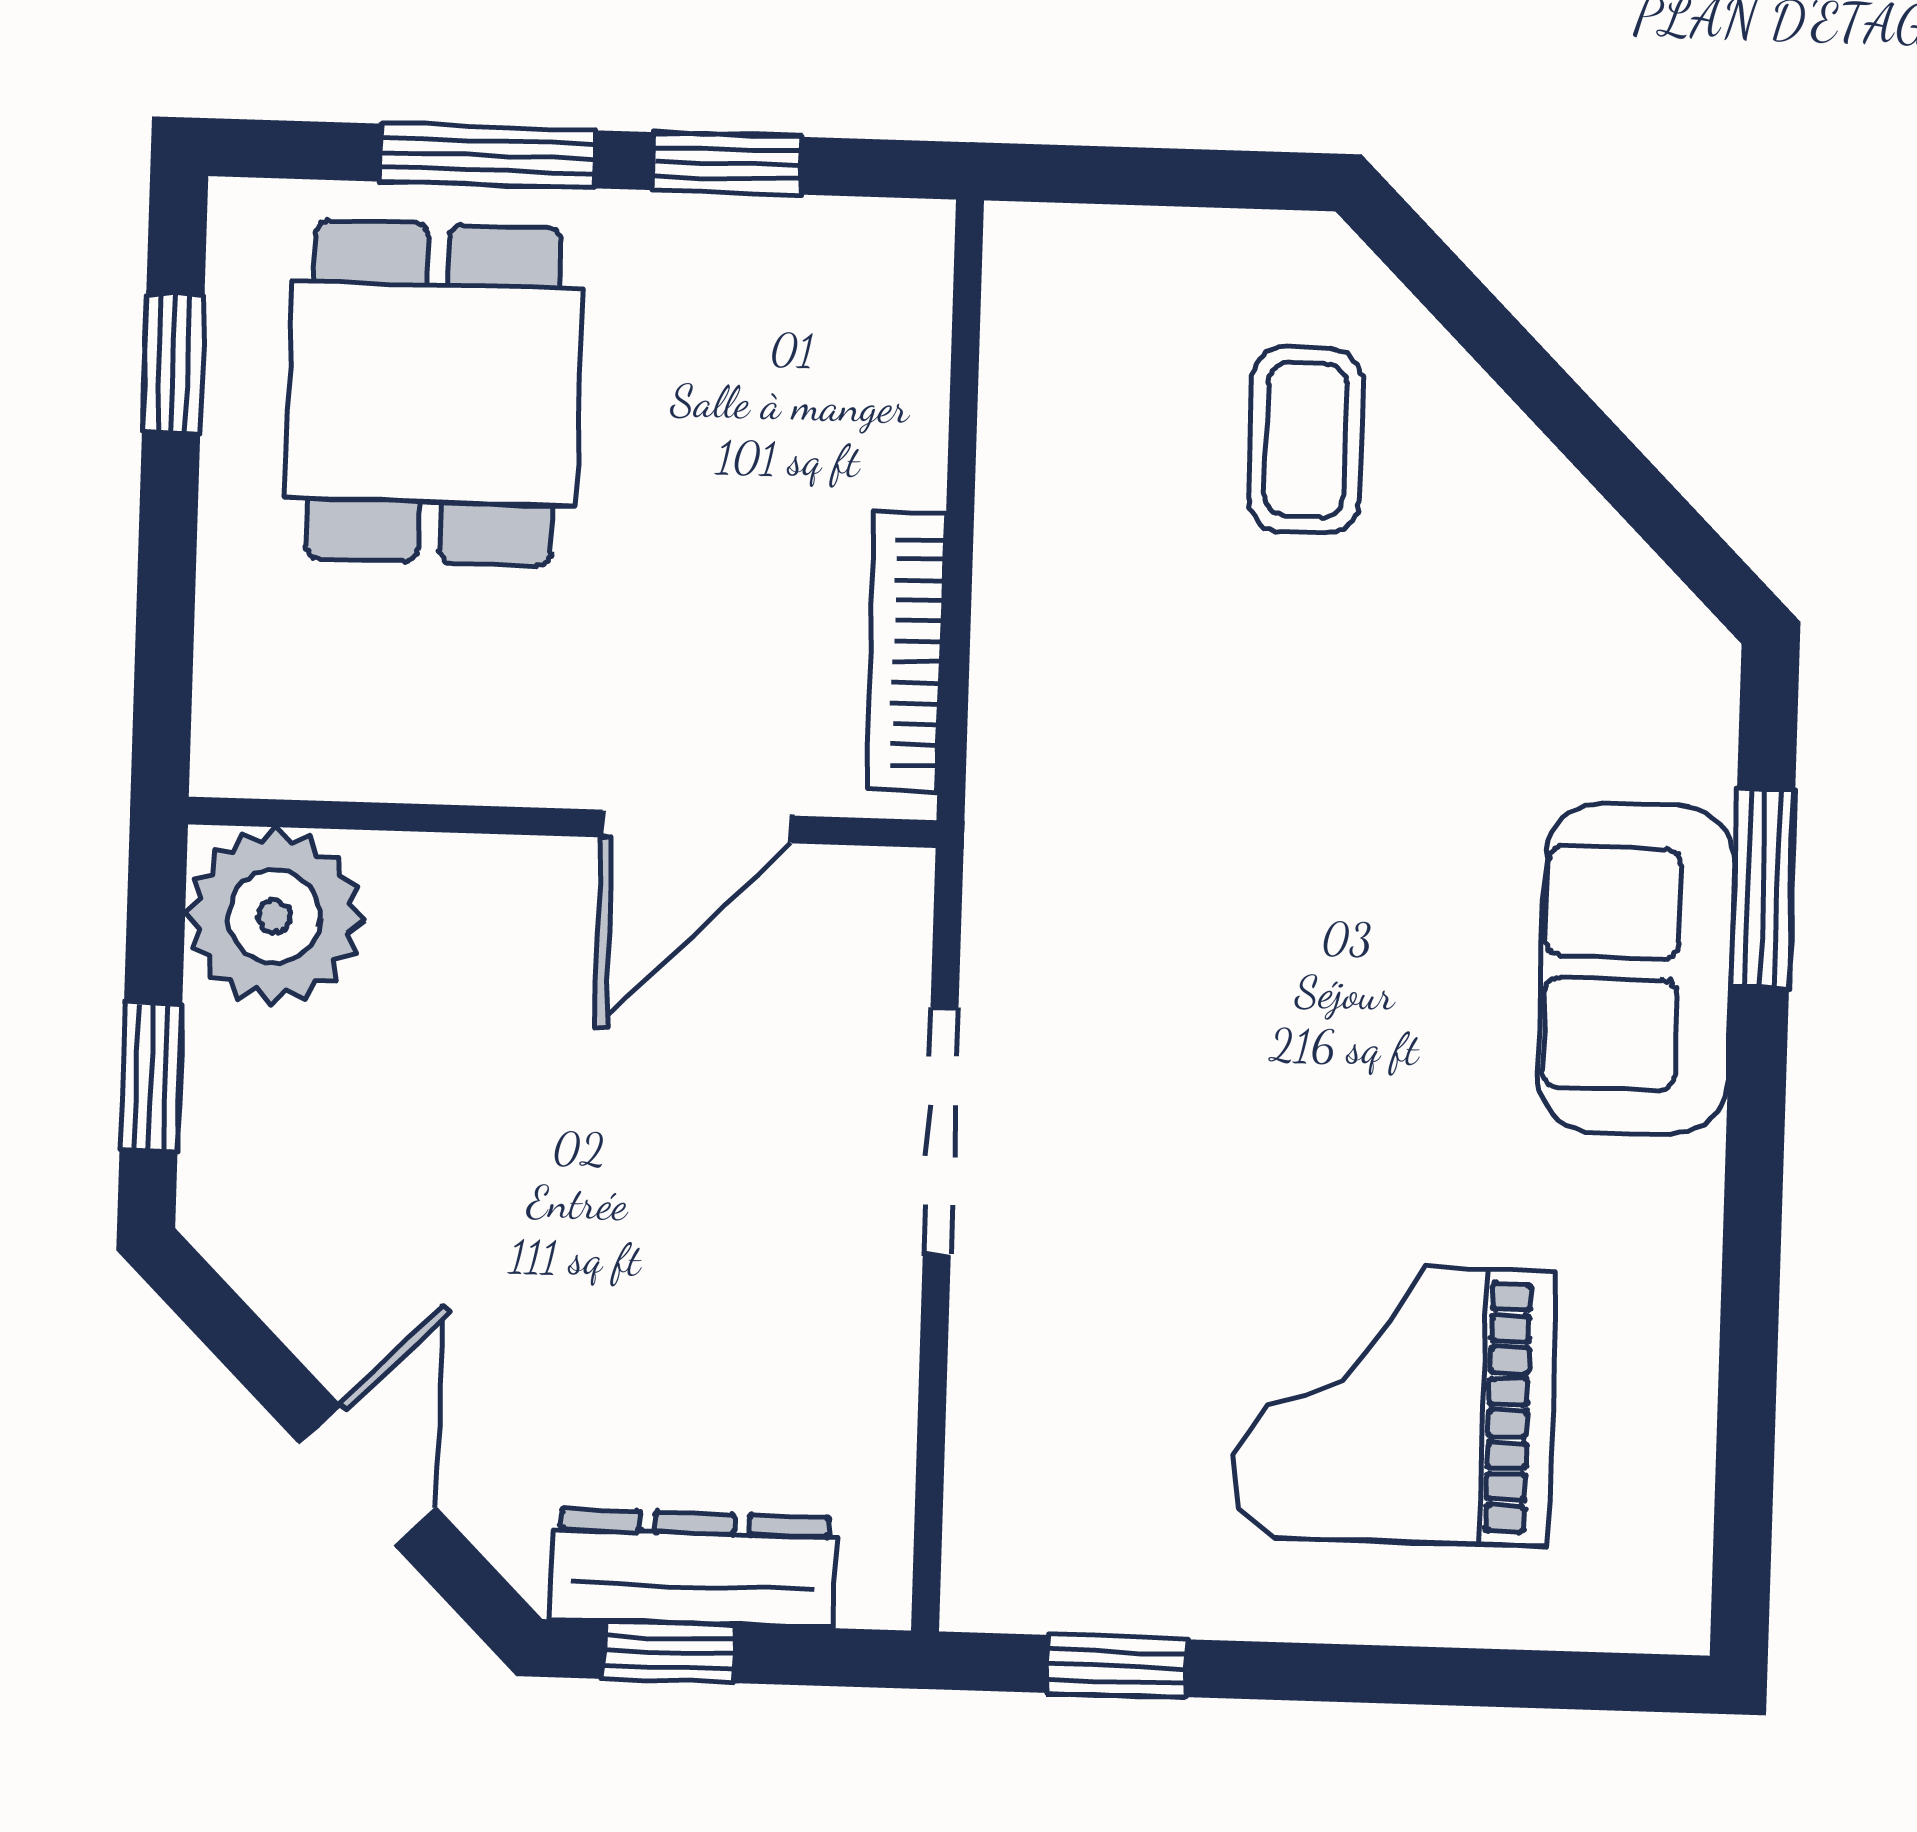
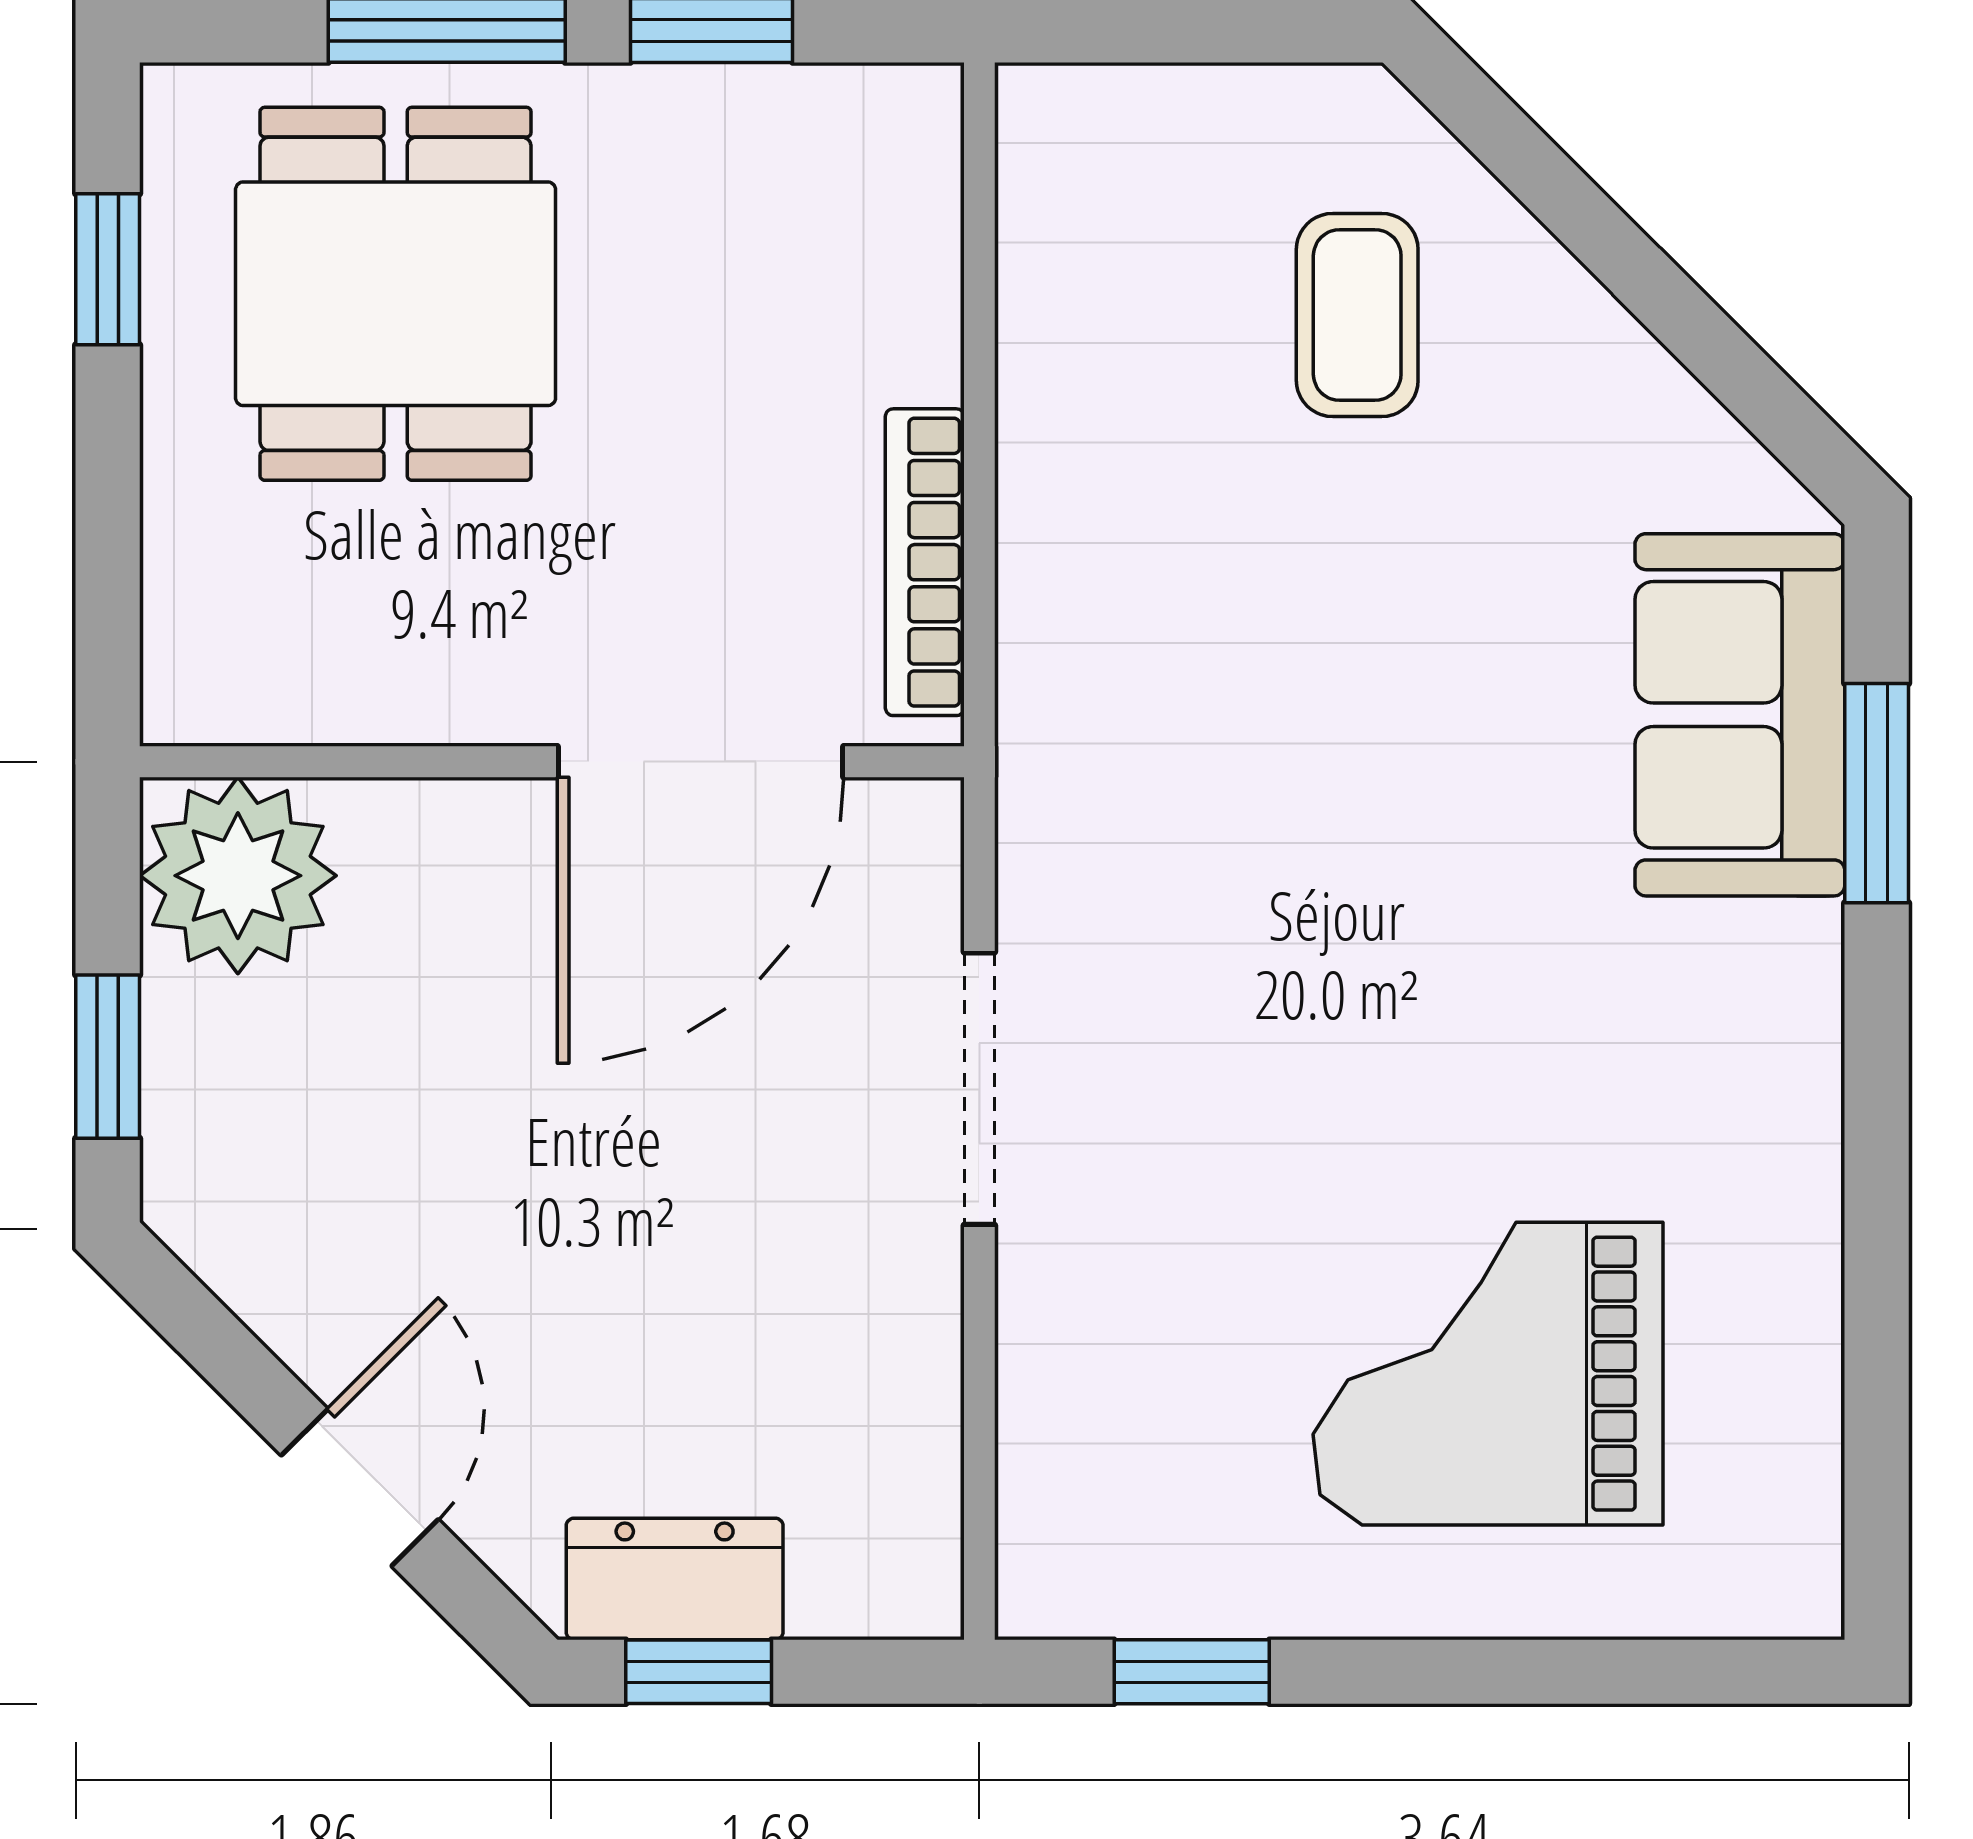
door: (697, 827) -> (700, 762), width x1.36
sofa: (1636, 969) -> (1740, 715), moved
dresser: (693, 1568) -> (675, 1579), width x0.70

